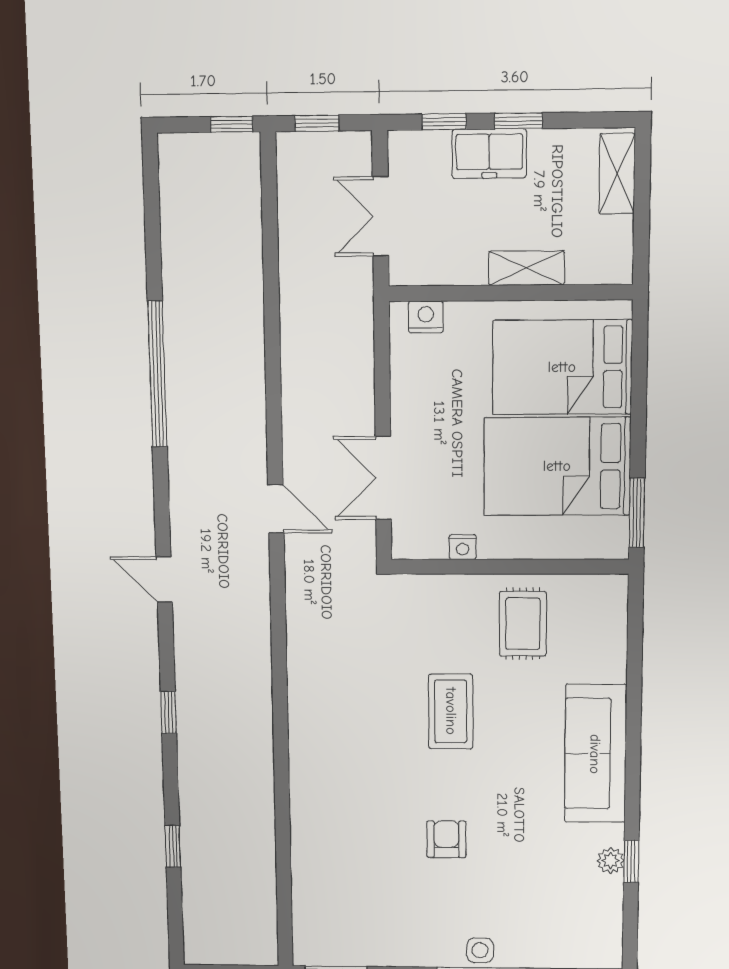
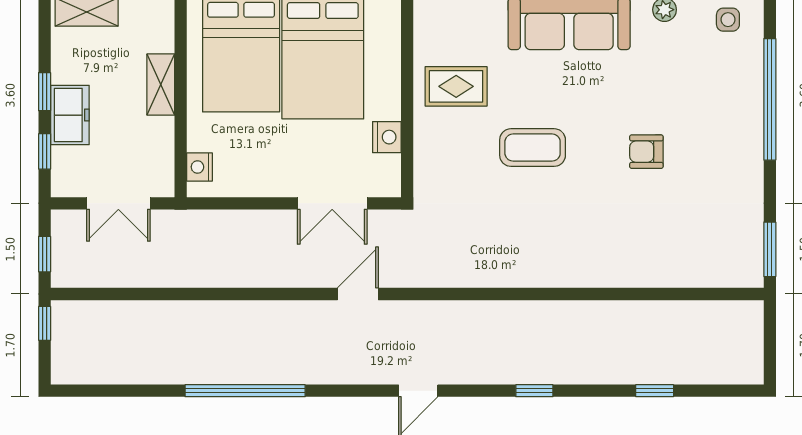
nightstand: (463, 547) -> (387, 137), width x1.39, depth x1.35
side table: (480, 950) -> (728, 20), moved

